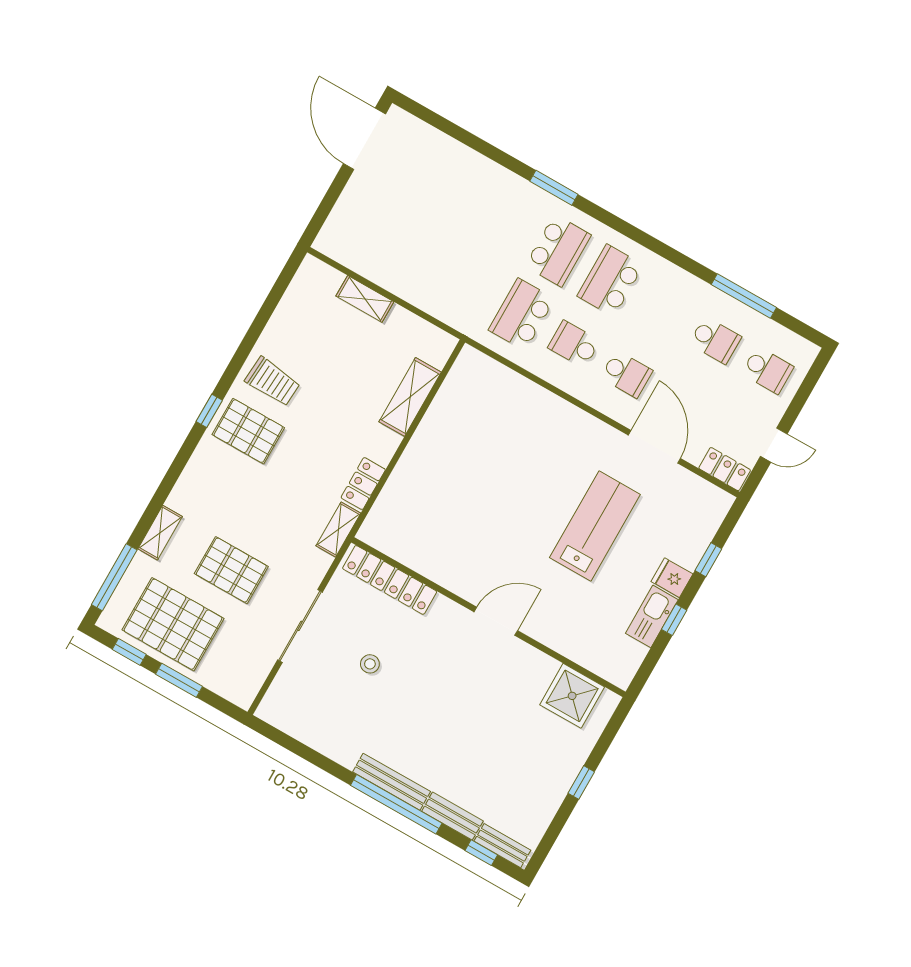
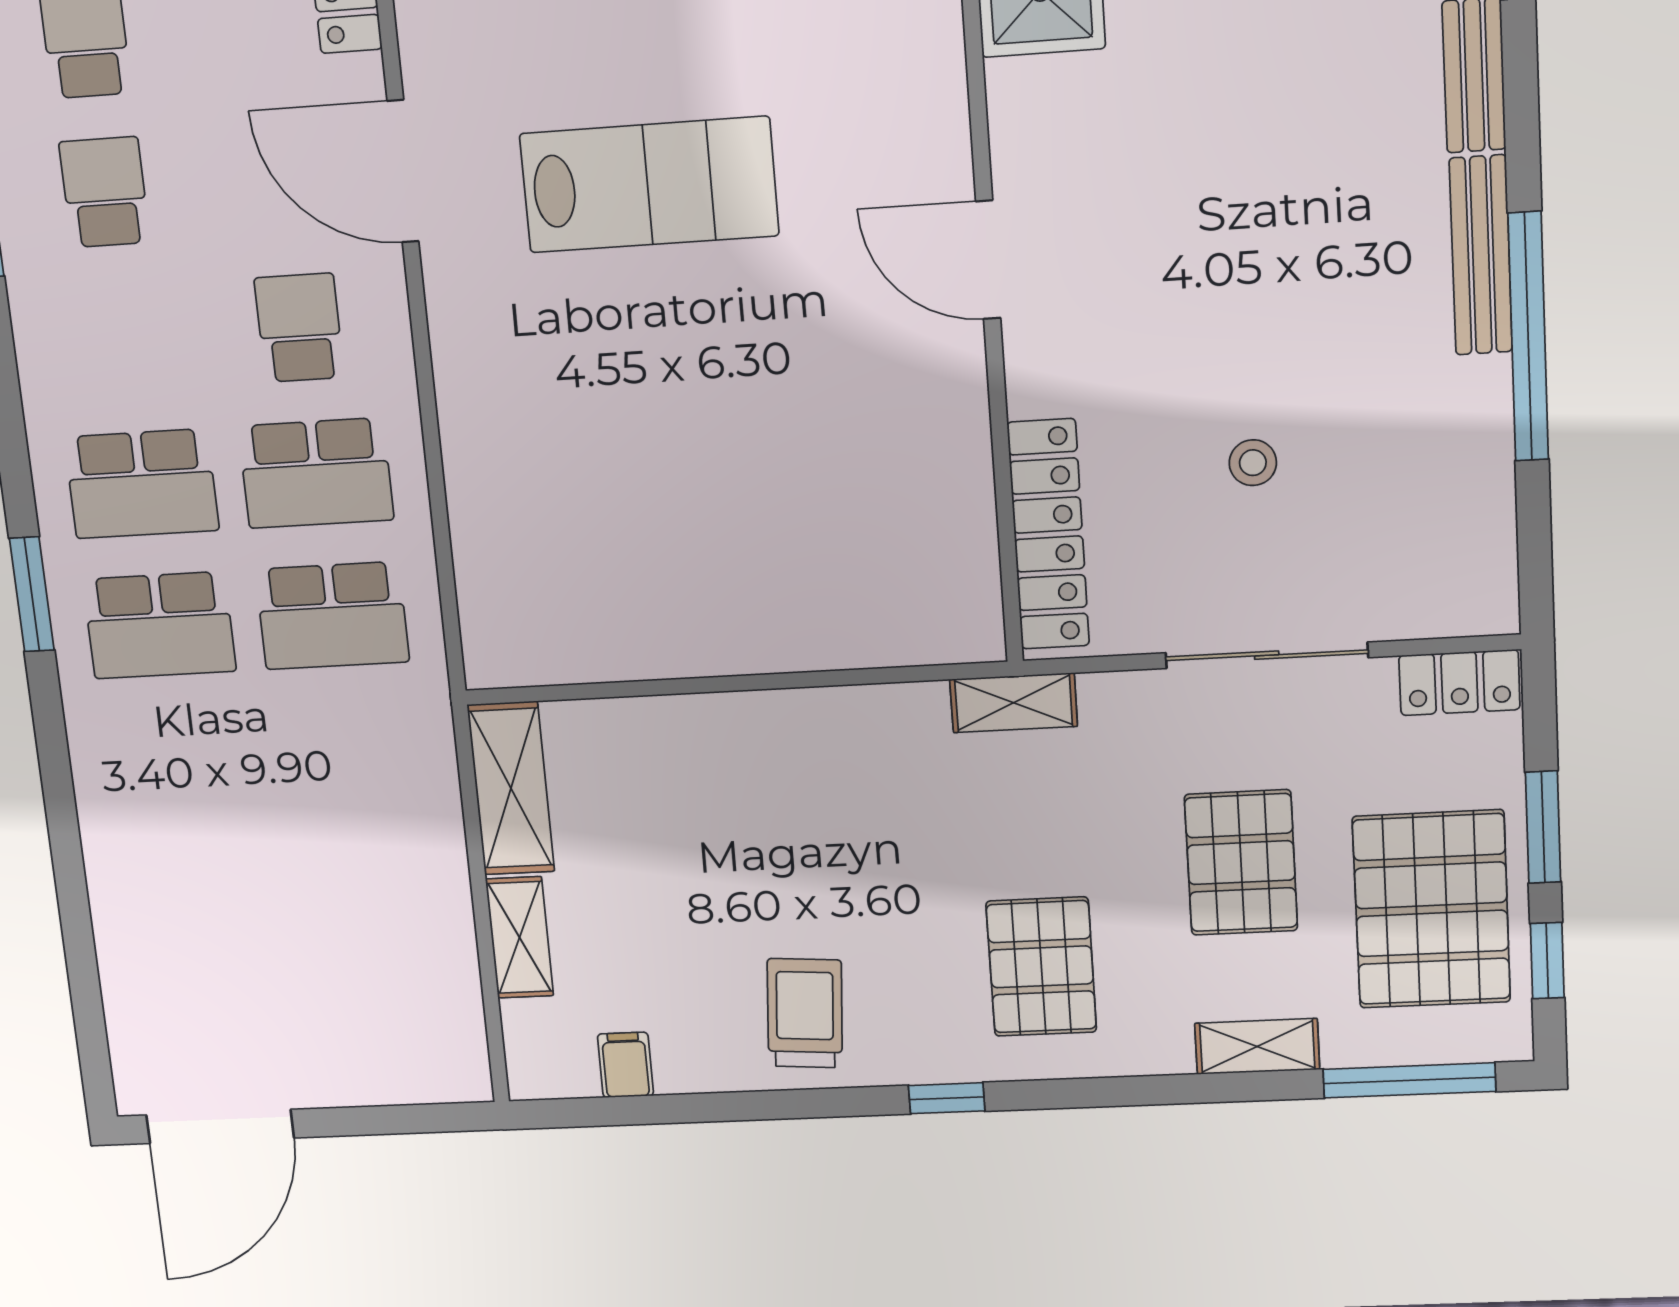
window: (554, 188) -> (32, 594), moved
school desk: (558, 251) -> (159, 625), turned 180
filing cabinet: (294, 304) -> (625, 1065), added
school desk: (574, 344) -> (316, 473), width x1.85
shelving: (410, 397) -> (511, 788), moved, turned 90
pallet: (248, 431) -> (1041, 967), moved
door: (654, 447) -> (403, 171), hinge flipped
locker: (363, 484) -> (1459, 683), moved
lab bench: (595, 526) -> (649, 185), turned 180
window: (396, 804) -> (1528, 337), moved

